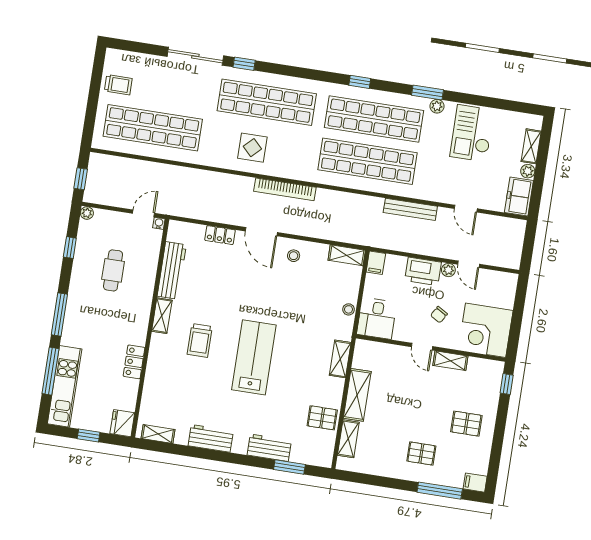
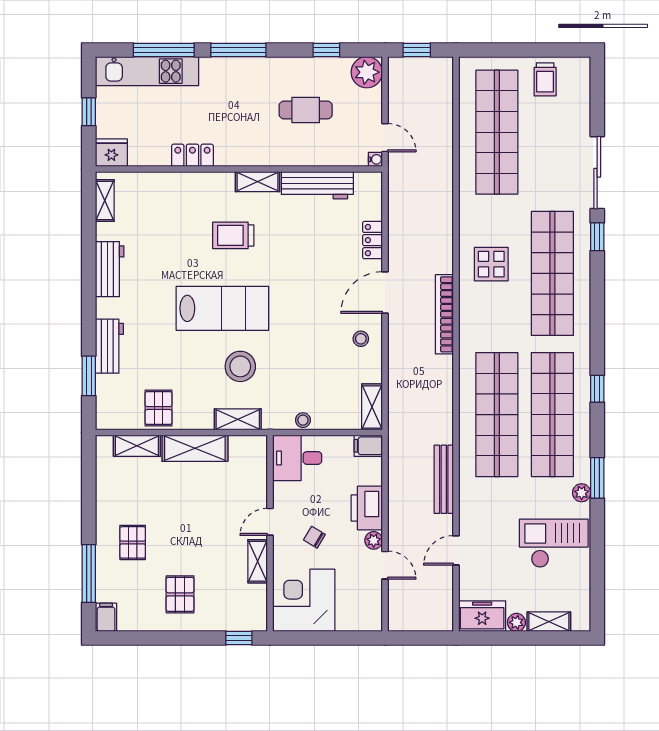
plant: (87, 213) -> (367, 72), width x1.88, depth x1.88
door: (469, 264) -> (385, 565), swing flipped
stool: (300, 351) -> (240, 366), added

